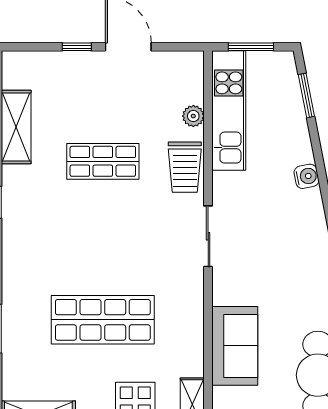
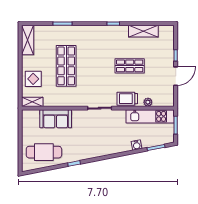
shop shelf: (103, 161) -> (130, 66), turned 90
water cooler: (306, 176) -> (137, 145), moved

